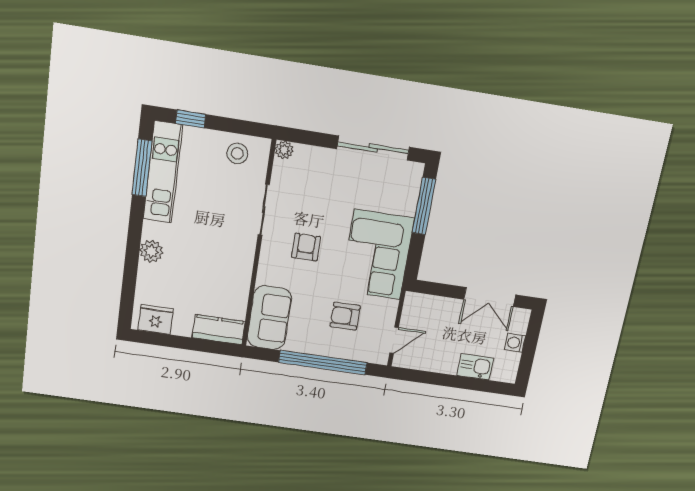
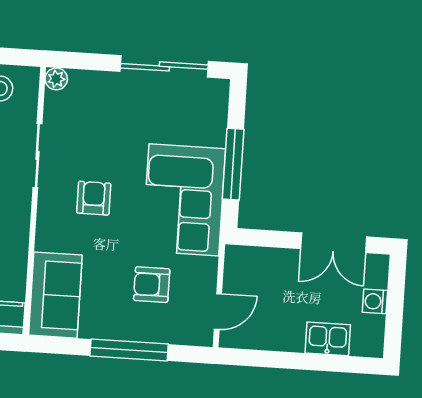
window: (424, 206) -> (233, 164), moved
window: (323, 363) -> (129, 350), width x0.68

